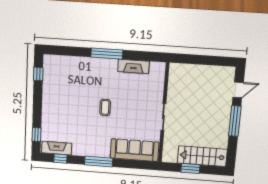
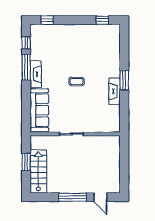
window: (107, 54) -> (124, 80), width x0.69
fireplace: (133, 66) -> (115, 91), moved
fireplace: (57, 148) -> (36, 74), moved
window: (99, 161) -> (26, 67), moved

